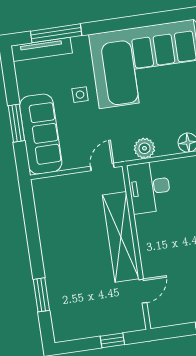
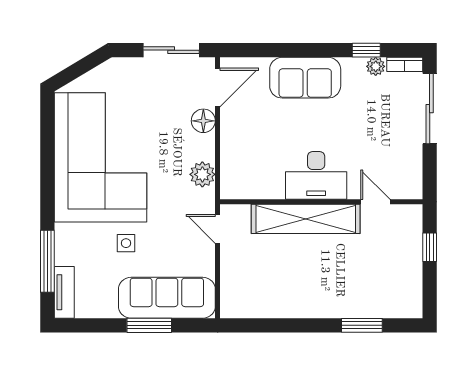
tv unit: (42, 49) -> (64, 292), width x0.71
desk: (149, 187) -> (316, 175), moved

